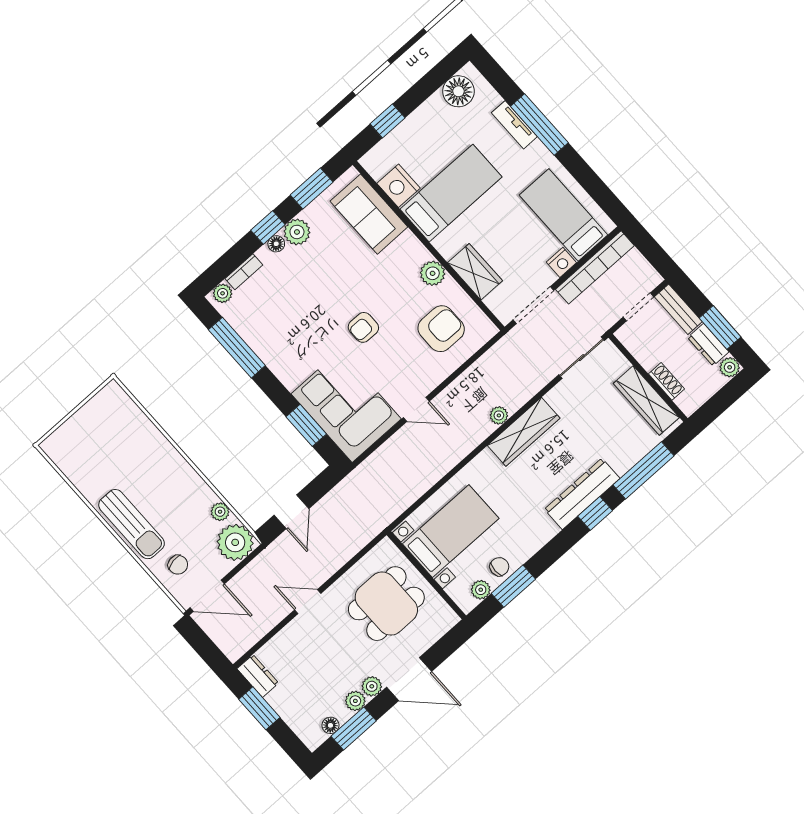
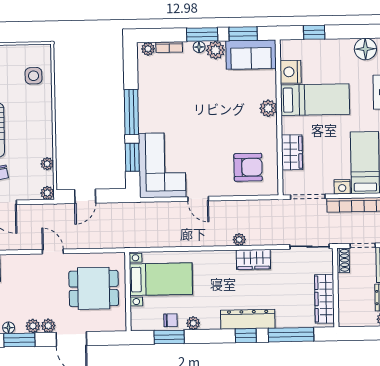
sofa: (369, 214) -> (251, 55), moved, turned -90
window: (268, 227) -> (202, 34), width x1.50
plant: (433, 273) -> (268, 108), moved
armchair: (363, 327) -> (207, 131), removed
window: (237, 348) -> (131, 112), moved
shoe rack: (666, 381) -> (343, 260), moved
side table: (123, 429) -> (34, 76), added
wardrobe: (524, 432) -> (253, 259), width x0.67
plant: (235, 542) -> (47, 193), width x0.53, depth x0.53
plant: (481, 590) -> (193, 323), moved

